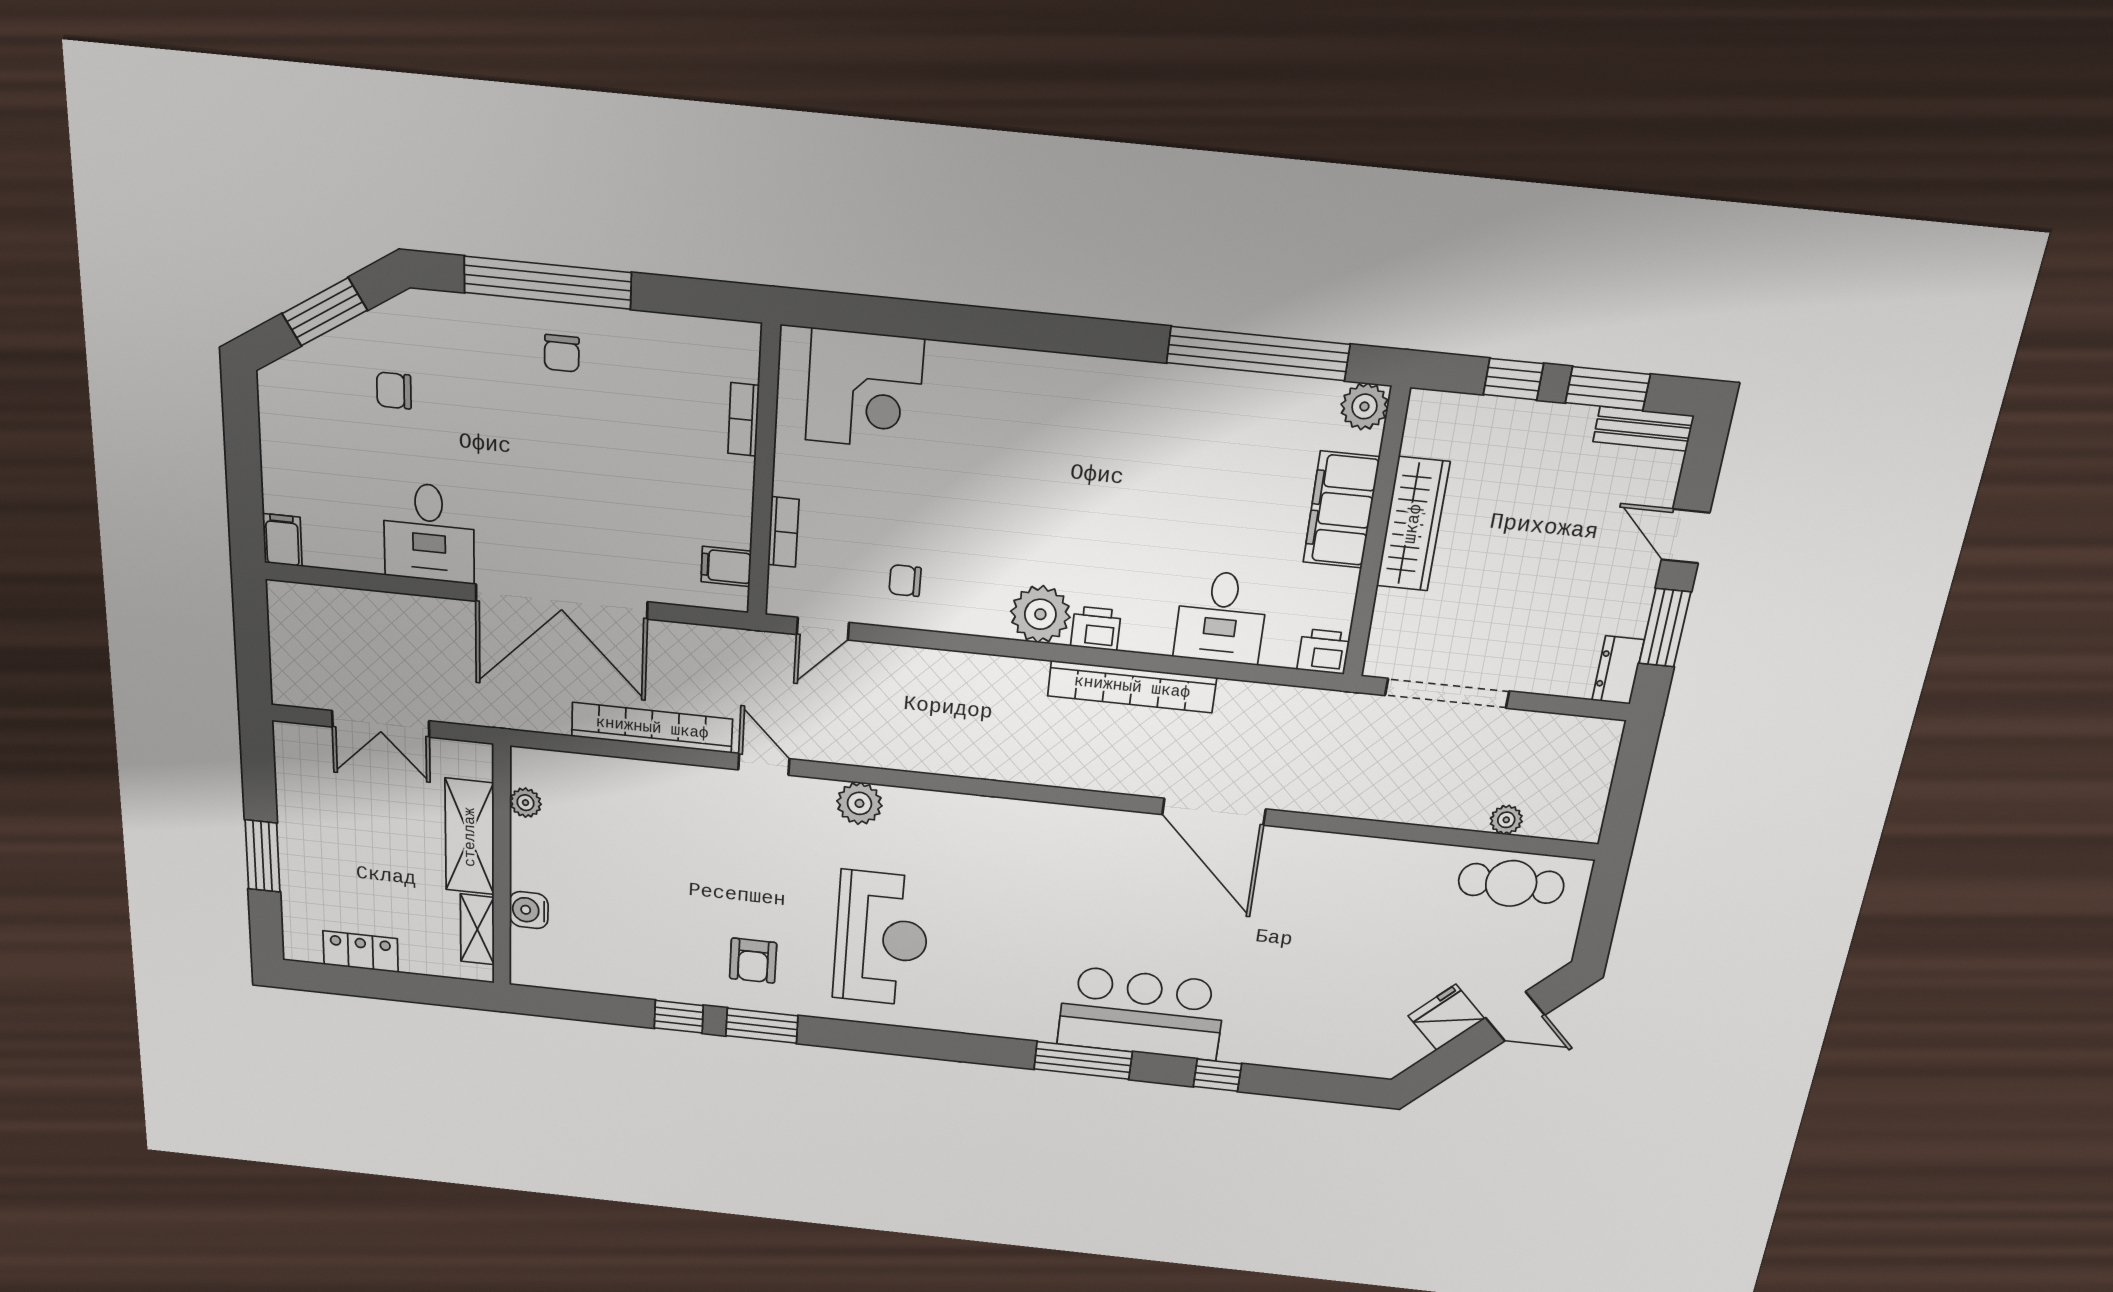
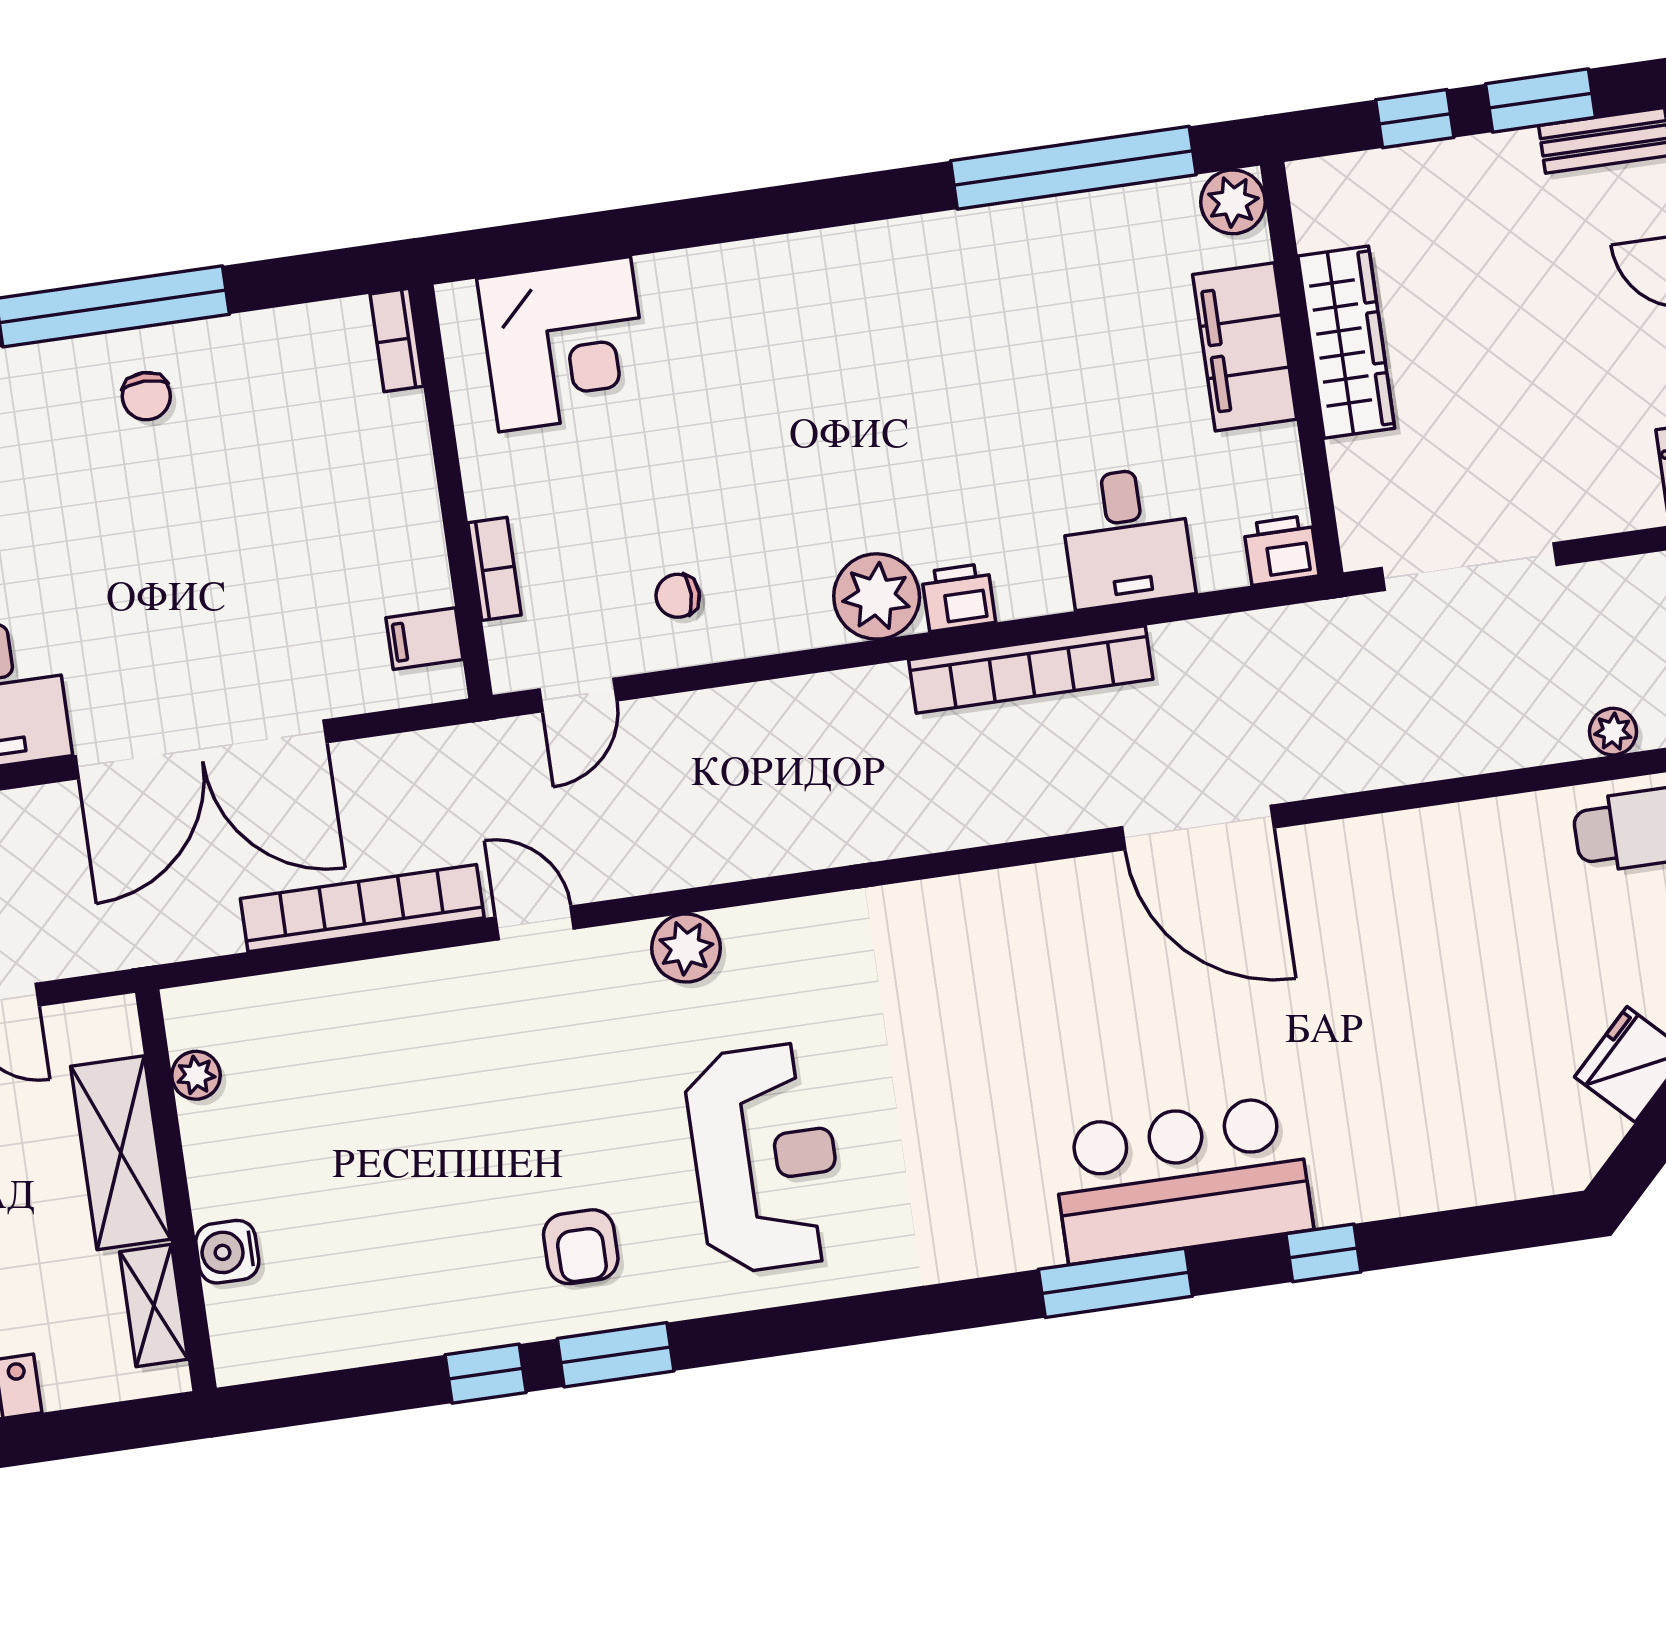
bookcase: (743, 419) -> (397, 340), moved

